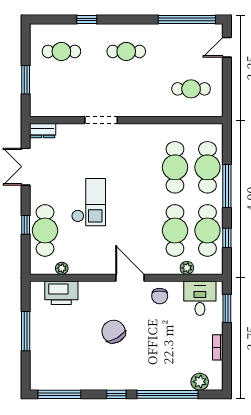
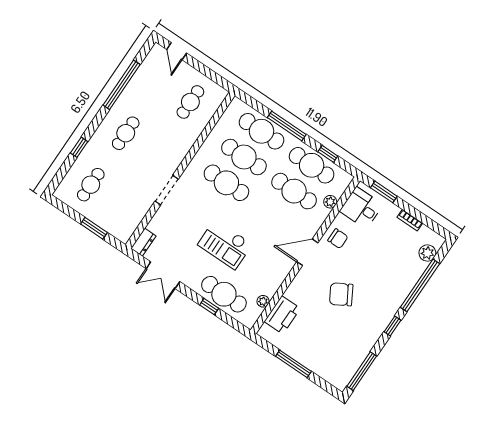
window: (187, 19) -> (122, 85), moved
cafe table: (142, 167) -> (226, 183), added
checkout: (89, 202) -> (225, 244), turned 180

